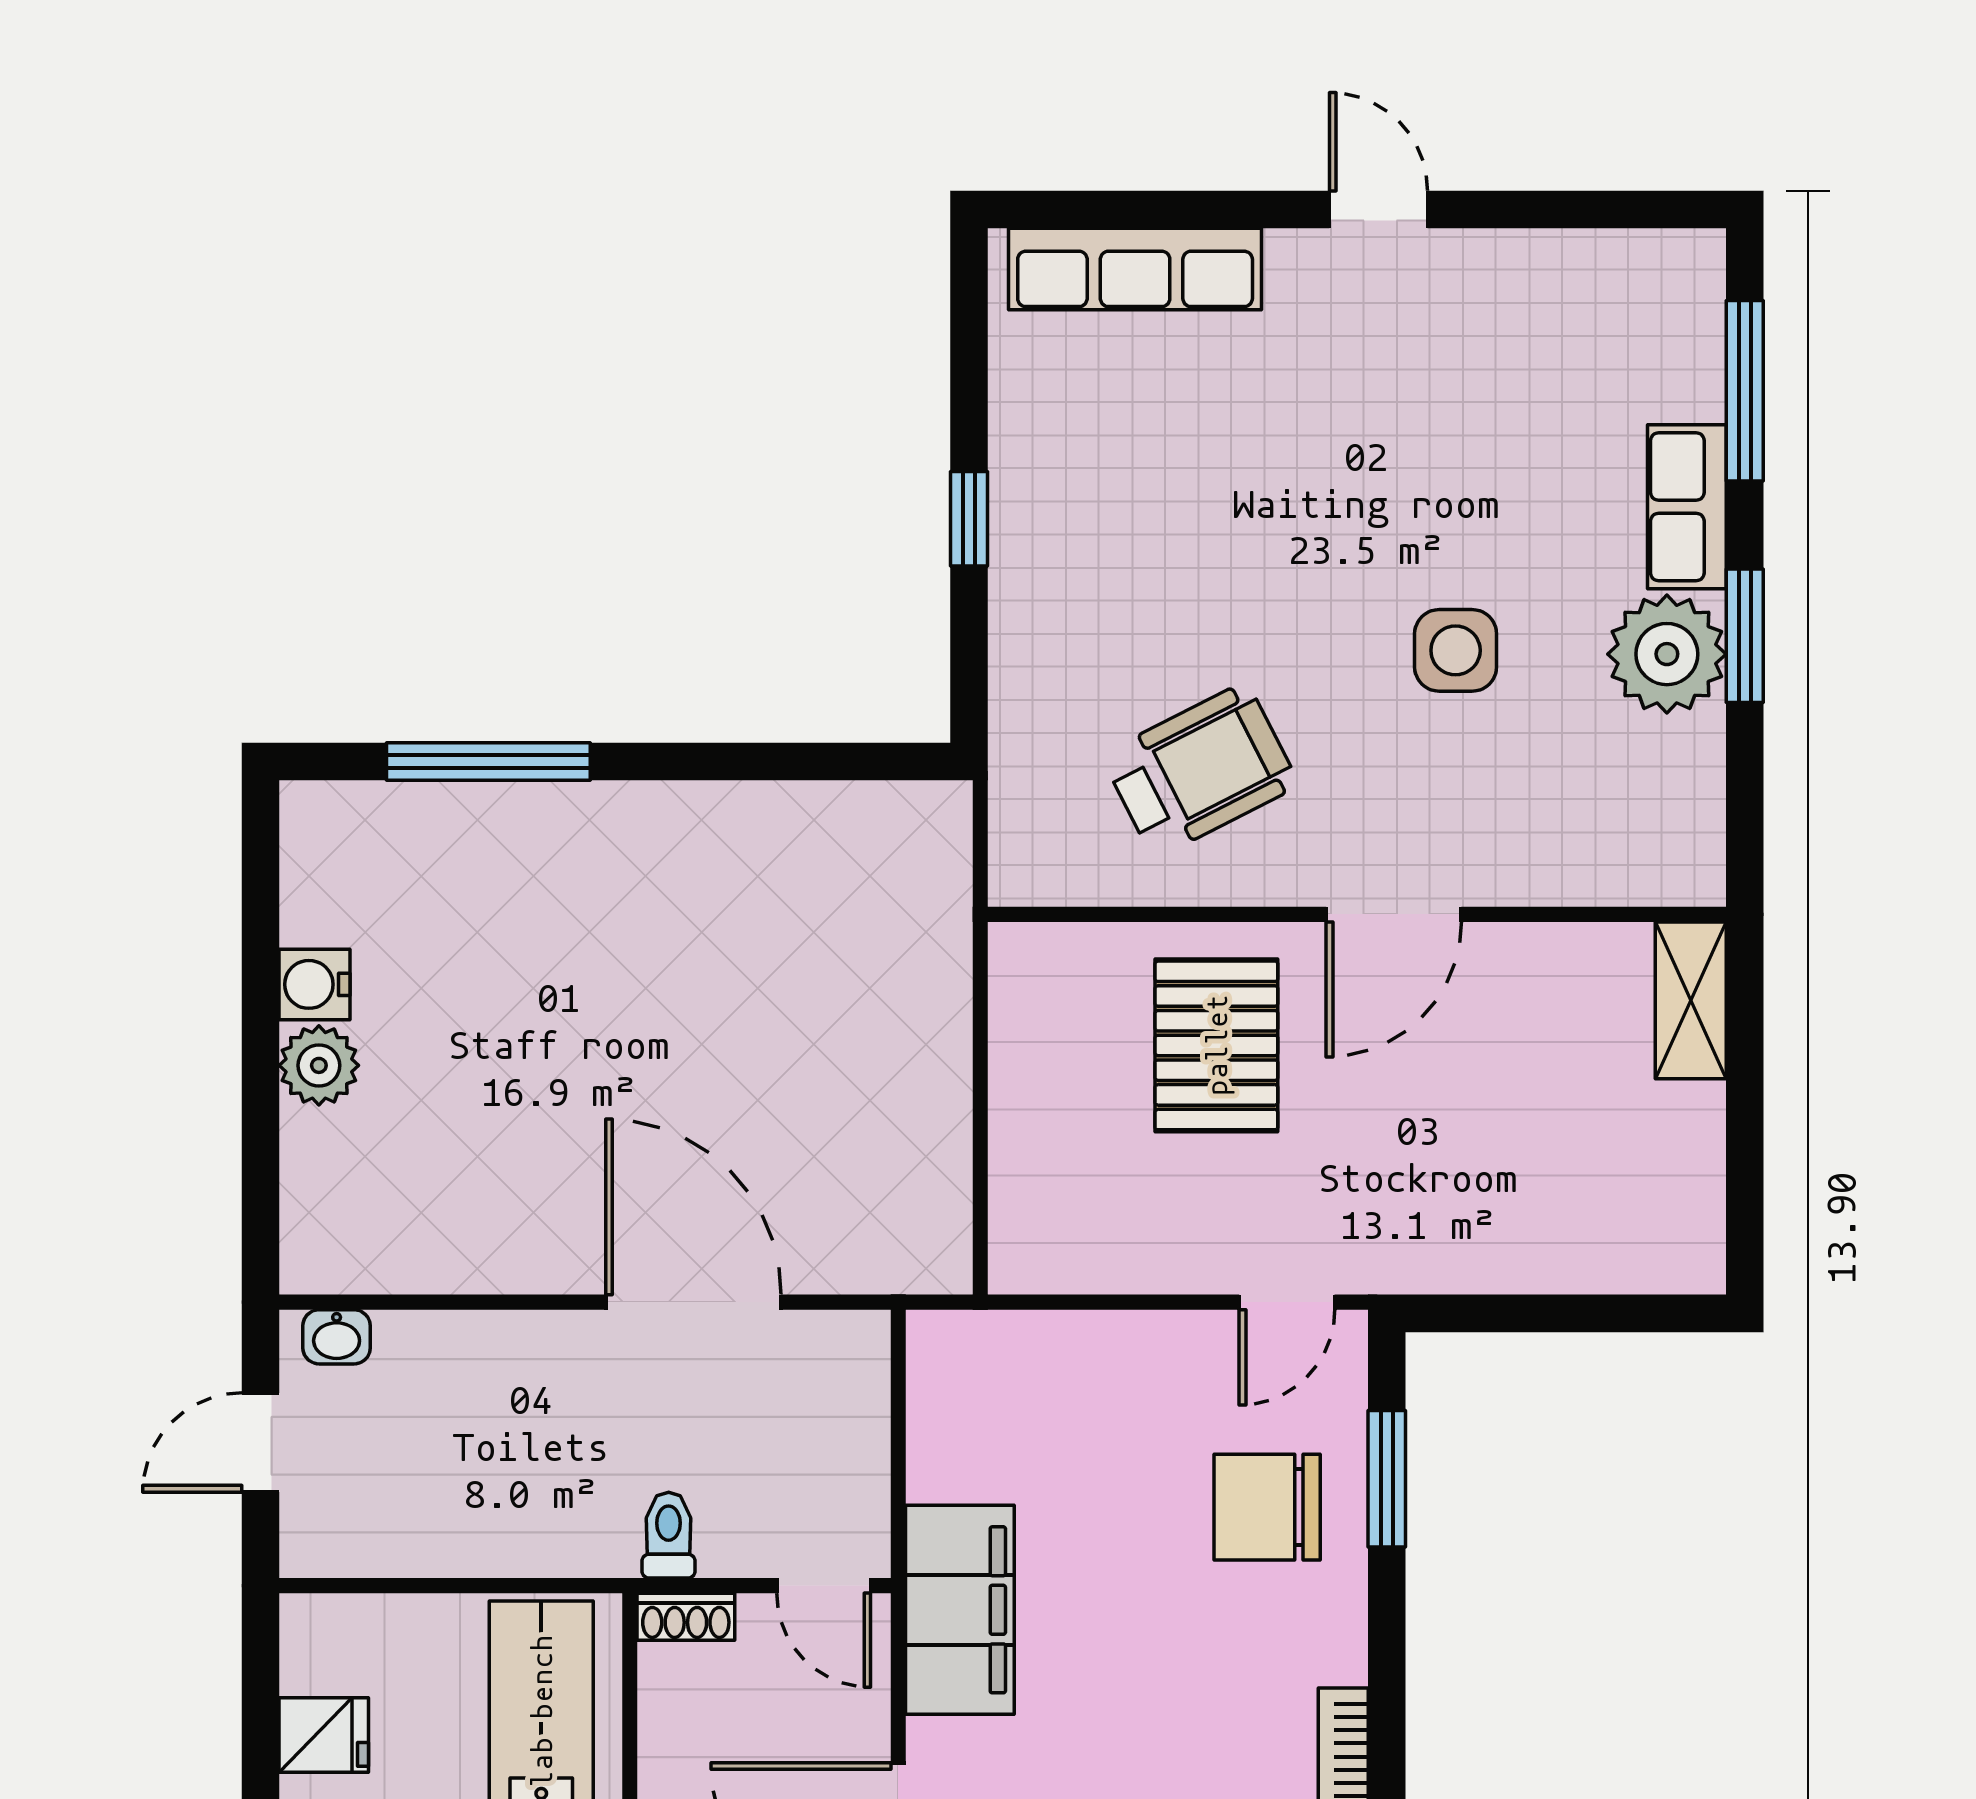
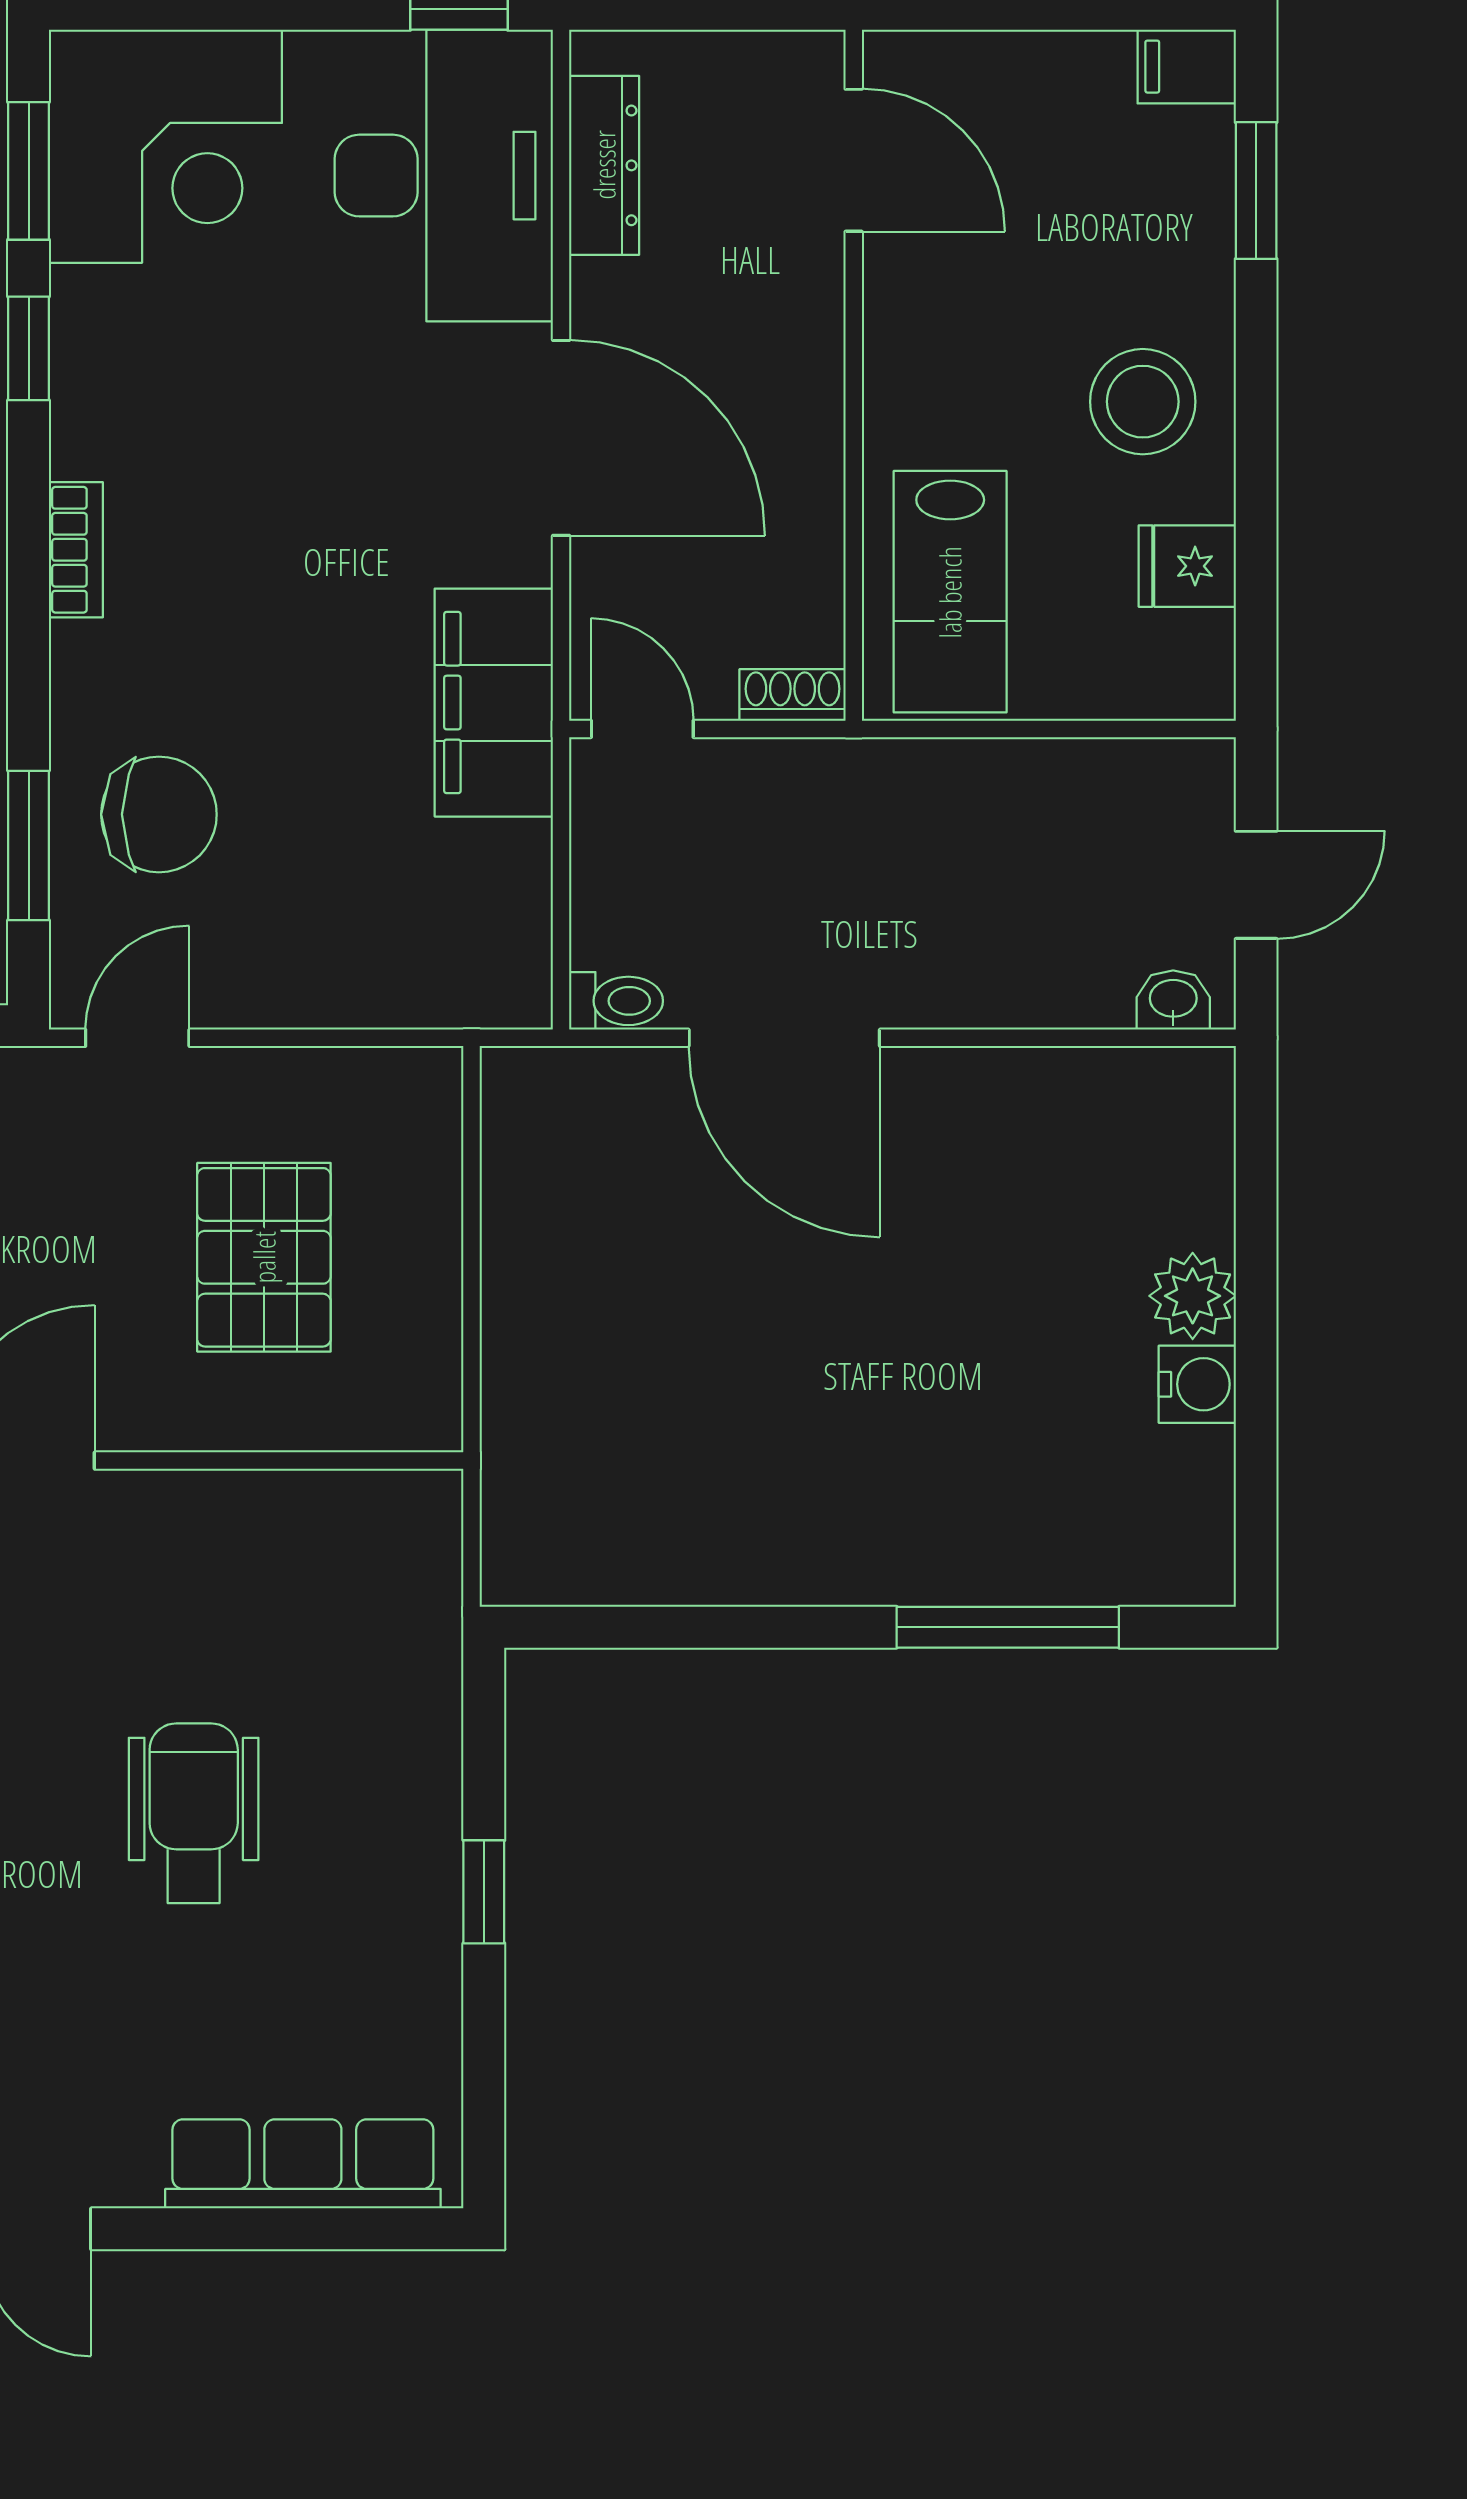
wheelchair: (1200, 770) -> (194, 1813), moved, turned 117
pallet: (1216, 1045) -> (264, 1257), moved
toilet: (669, 1535) -> (616, 1001), moved, turned -90

